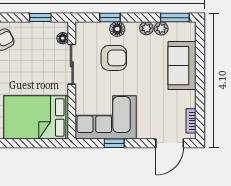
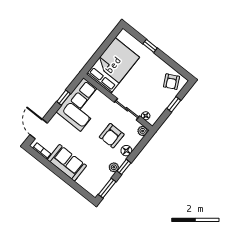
window: (40, 18) -> (174, 104), moved
window: (110, 18) -> (124, 167), moved
plant: (161, 28) -> (143, 131), moved
sofa: (182, 66) -> (67, 163), moved

